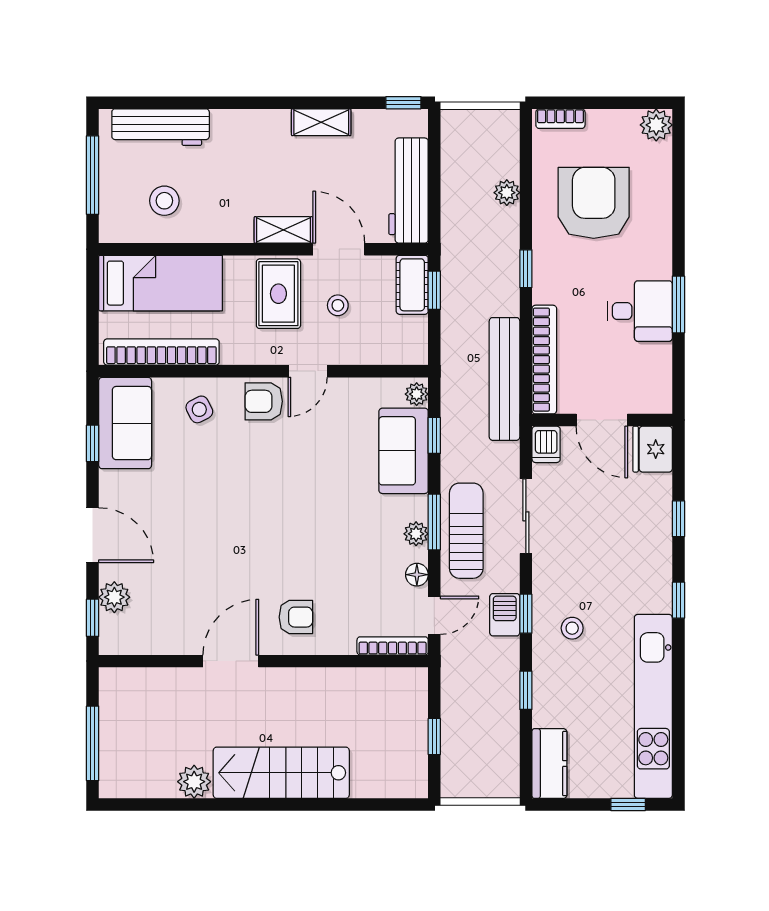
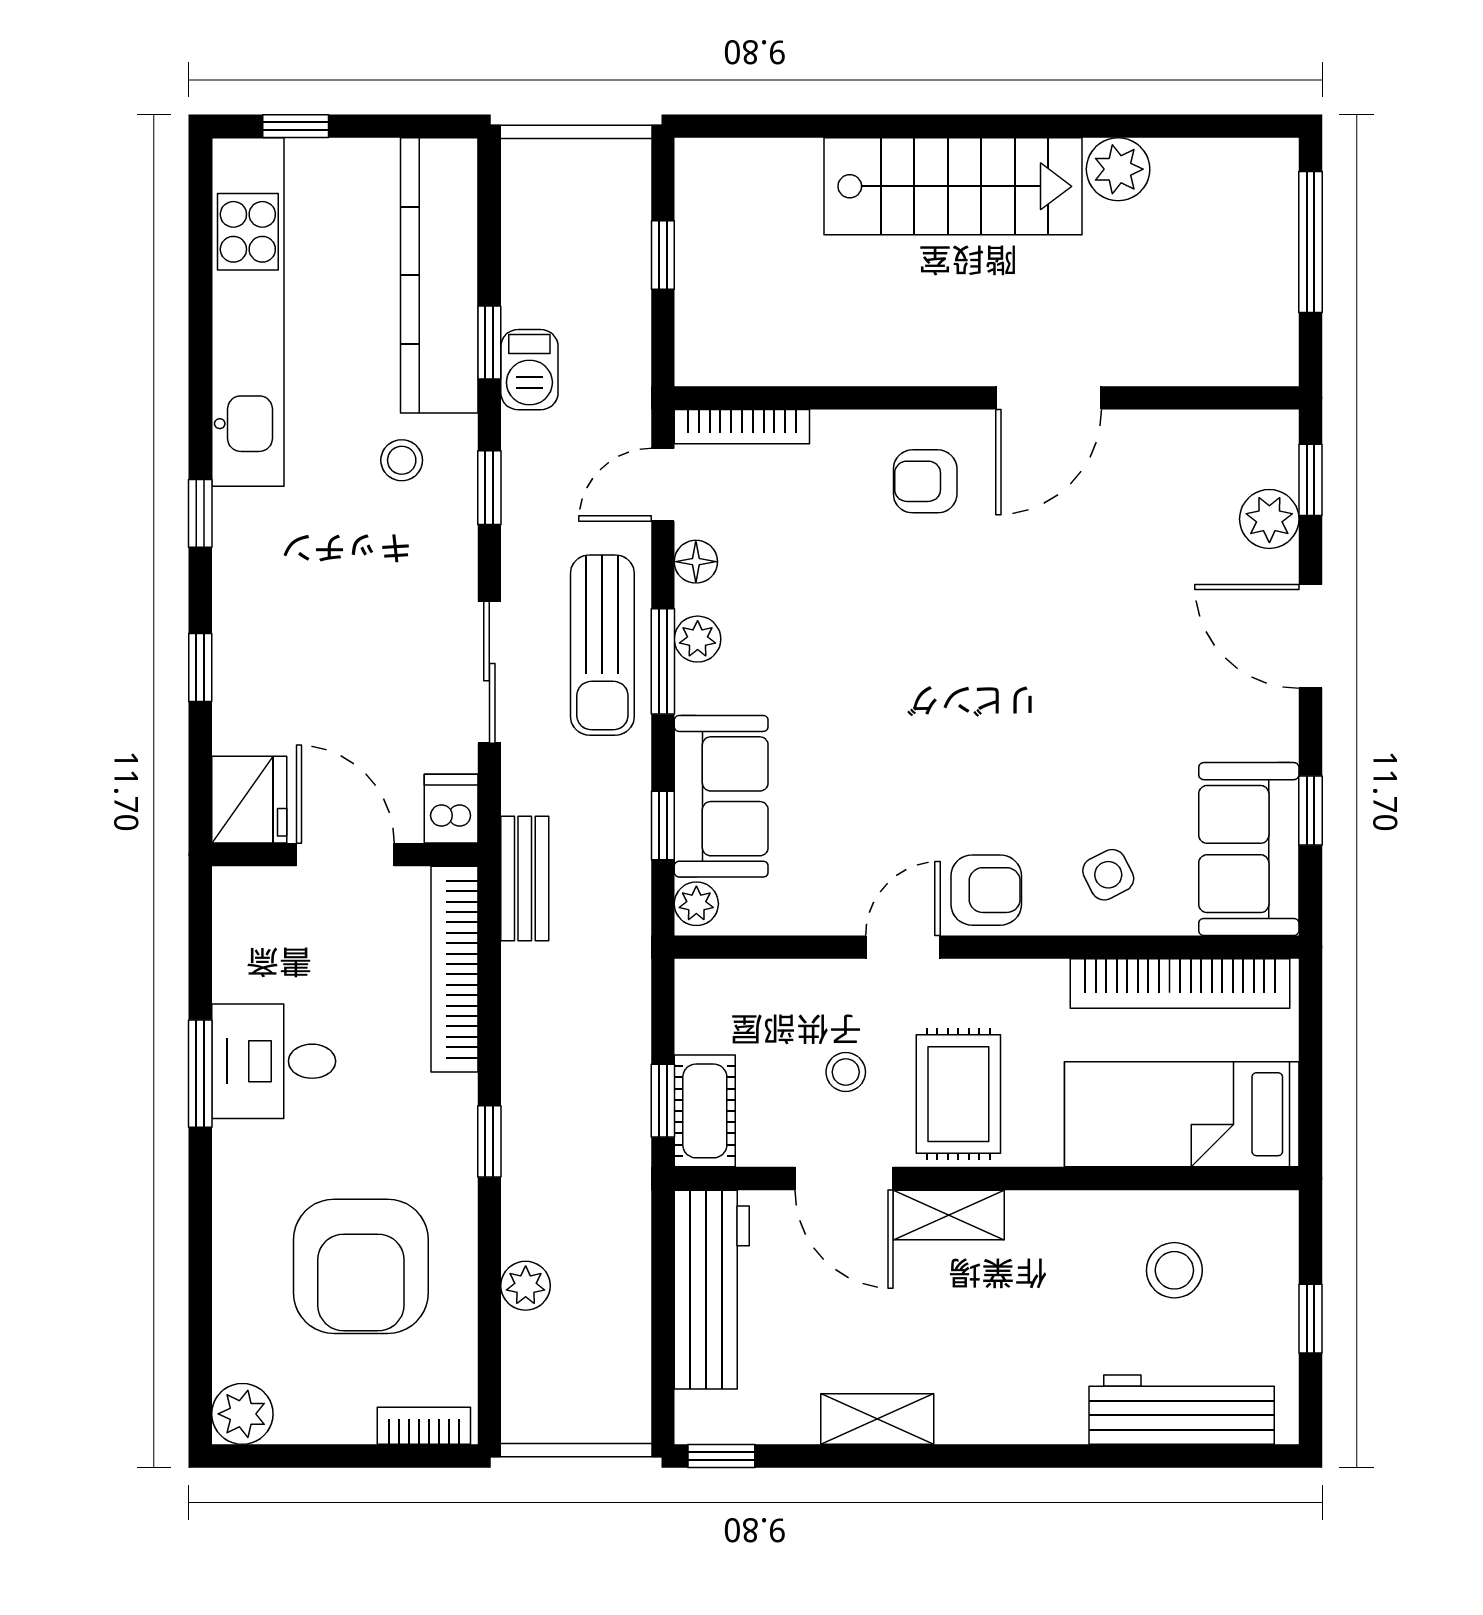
window: (93, 175) -> (1310, 1319), width x0.46
bench: (505, 379) -> (525, 879), width x0.54, depth x0.82
barbecue: (505, 615) -> (529, 370), moved
kitchen counter: (549, 764) -> (439, 275), width x2.08, depth x1.17

